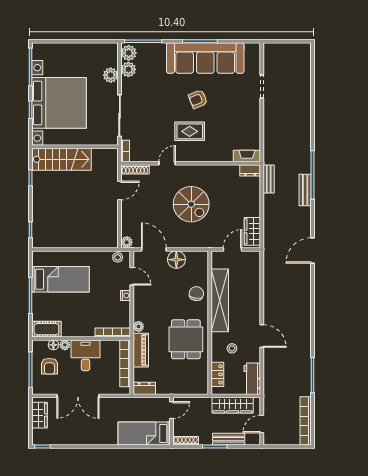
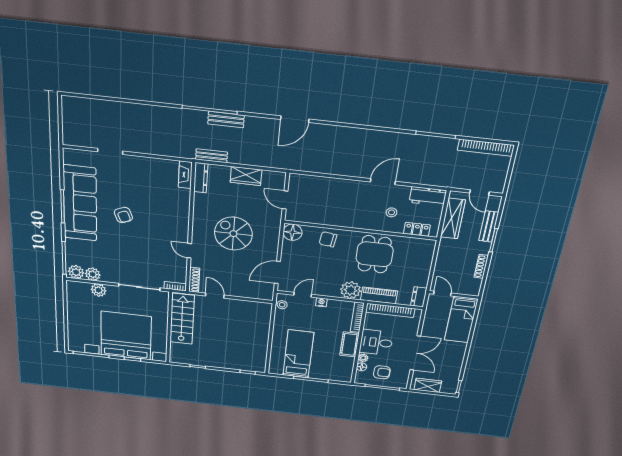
rug: (190, 131) -> (157, 226), removed
stairs: (62, 159) -> (182, 319), moved
dresser: (250, 170) -> (201, 178), width x1.44
spiral stairs: (191, 204) -> (233, 234), turned -90
wardrobe: (252, 231) -> (246, 176), moved
plant: (127, 242) -> (268, 295), removed
door: (313, 250) -> (295, 119), hinge flipped
floor lamp: (176, 260) -> (292, 232), moved
shelving: (220, 300) -> (338, 218), removed
plant: (139, 327) -> (351, 290), width x1.87, depth x1.87
cot: (46, 329) -> (349, 344), moved
dining table: (186, 339) -> (375, 254), turned 90
door: (172, 410) -> (442, 294), moved
wall: (172, 421) -> (454, 295), moved
bed: (144, 433) -> (461, 320), moved

